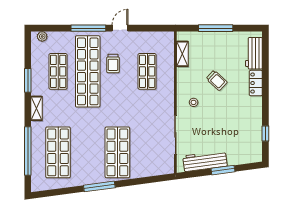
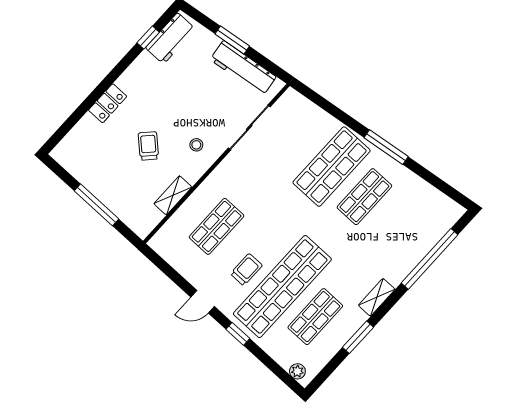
window: (88, 28) -> (238, 334), width x0.46
workbench: (254, 53) -> (171, 38), moved
shelving: (182, 54) -> (173, 195), moved
shop shelf: (58, 152) -> (364, 197), moved, width x0.70, depth x0.74

